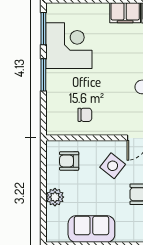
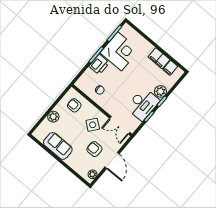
printer: (57, 84) -> (99, 64), added

